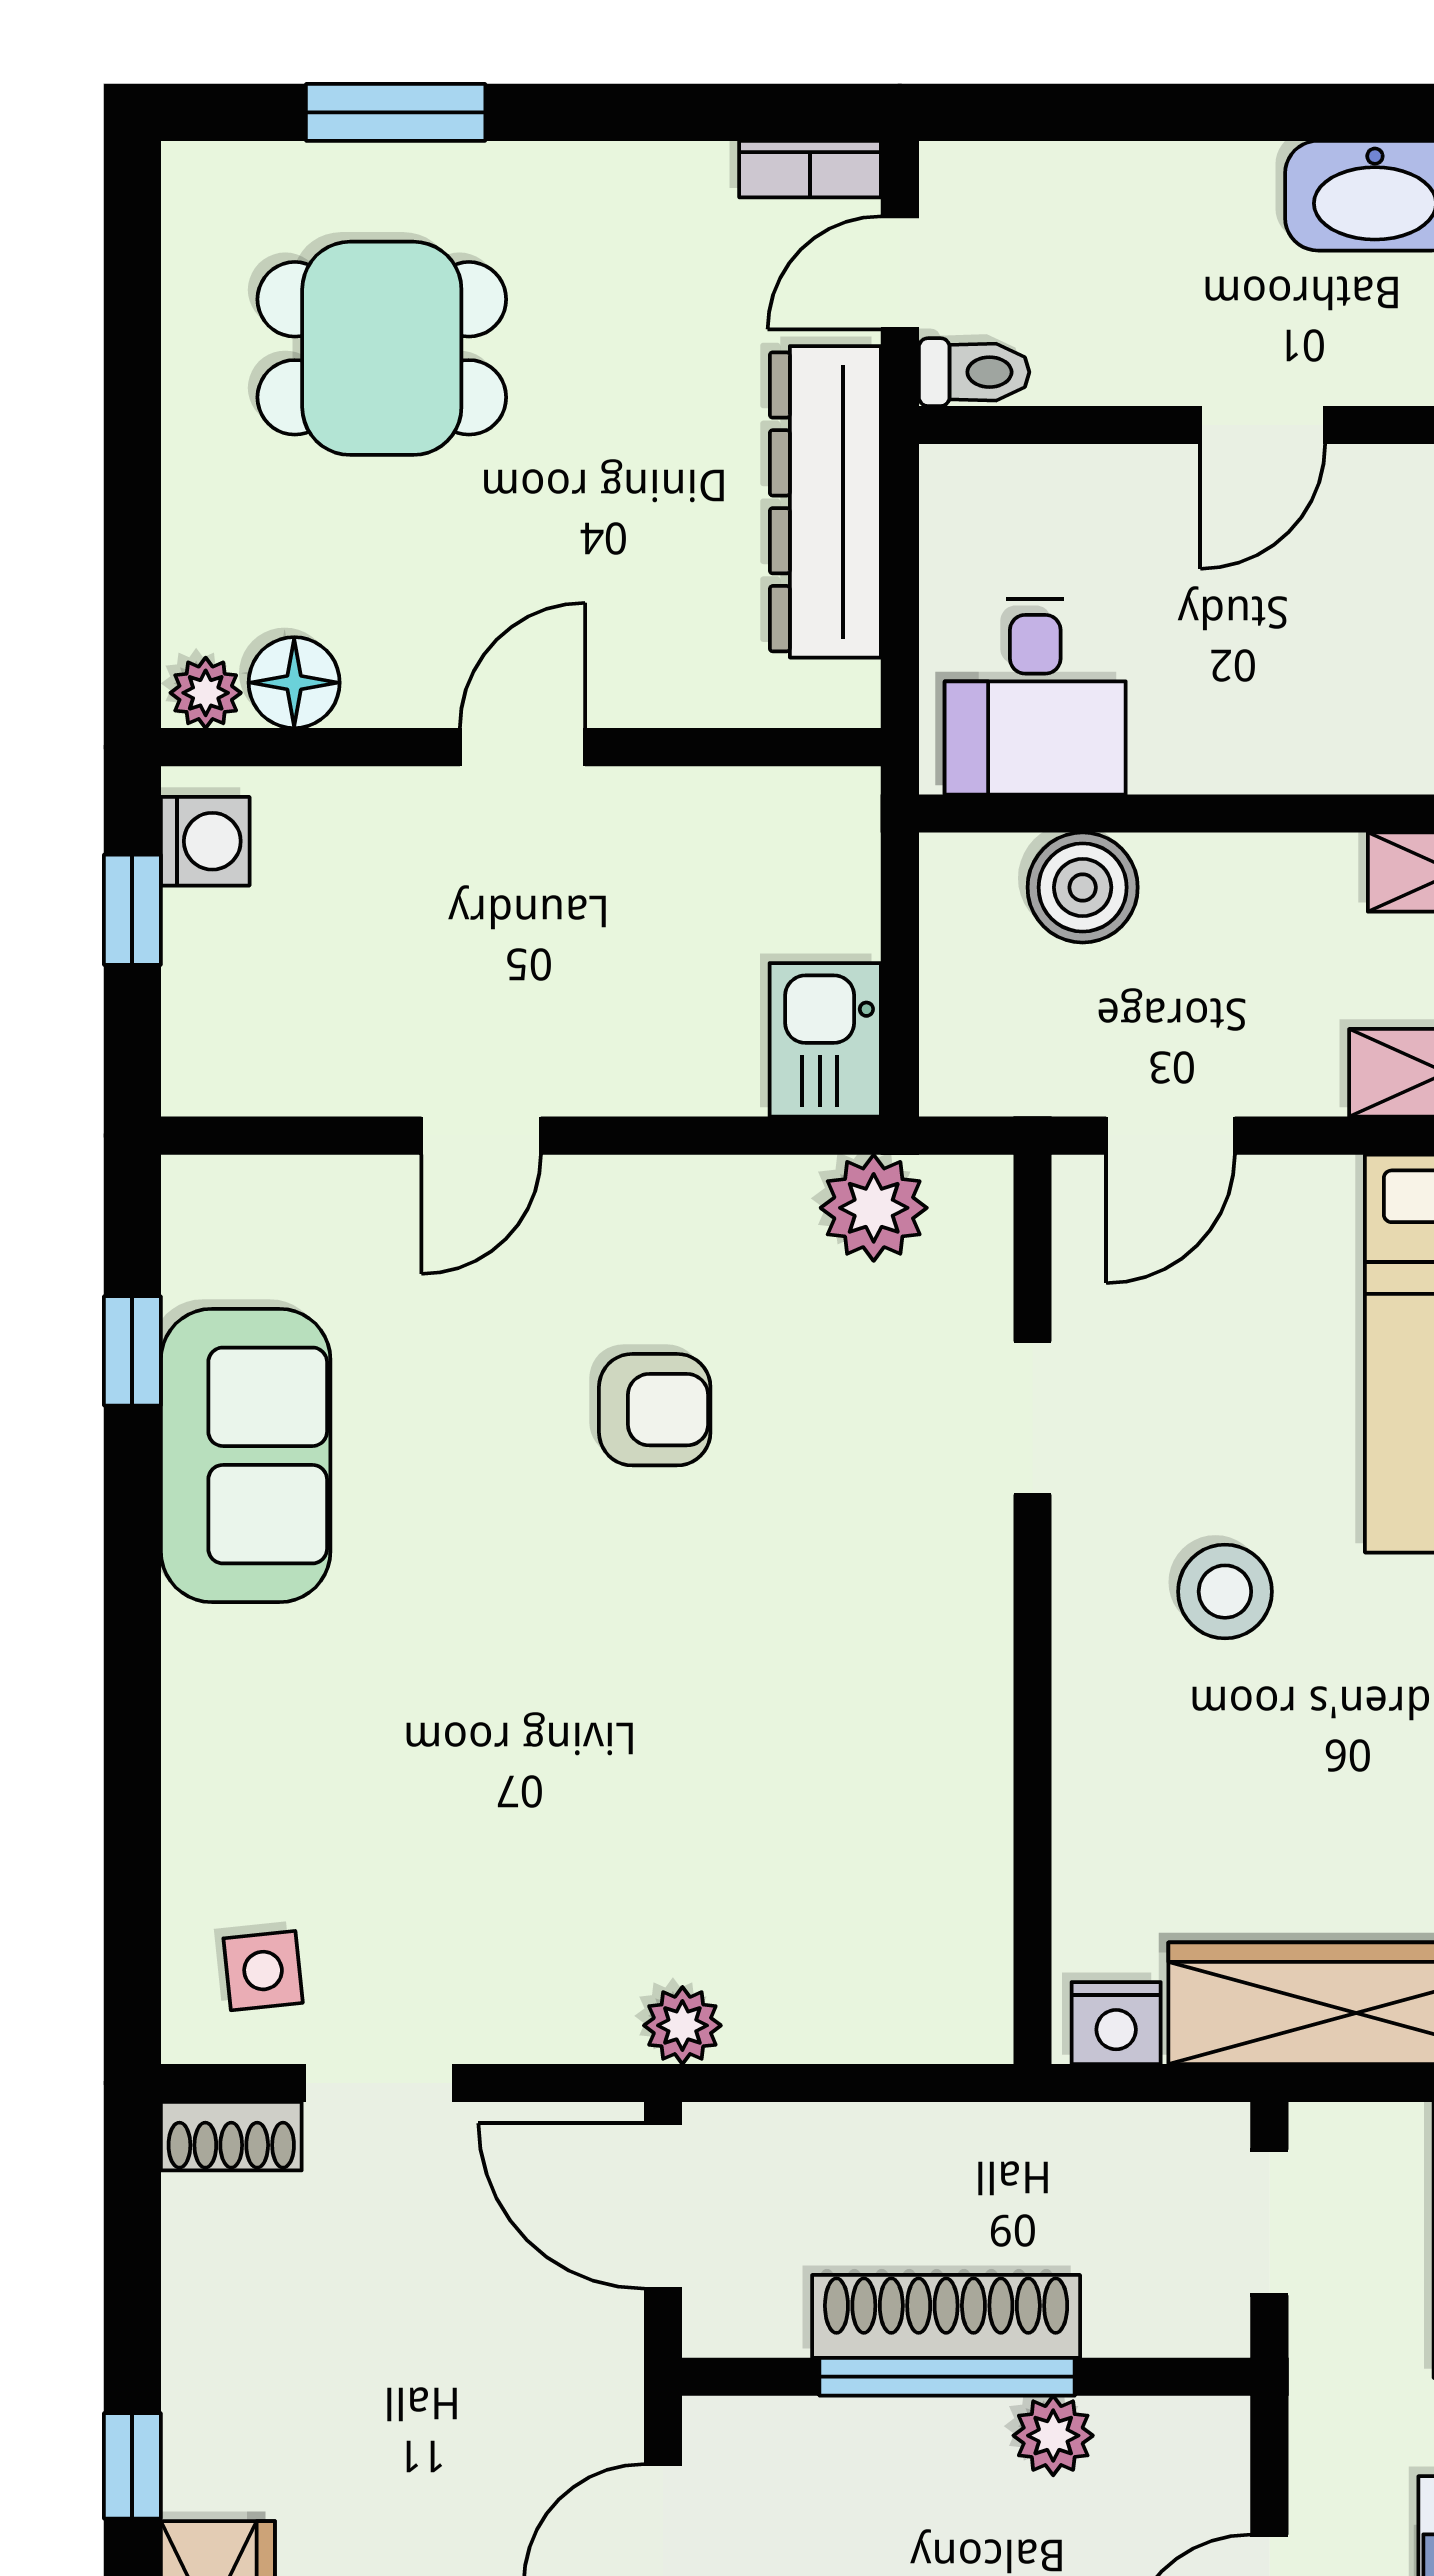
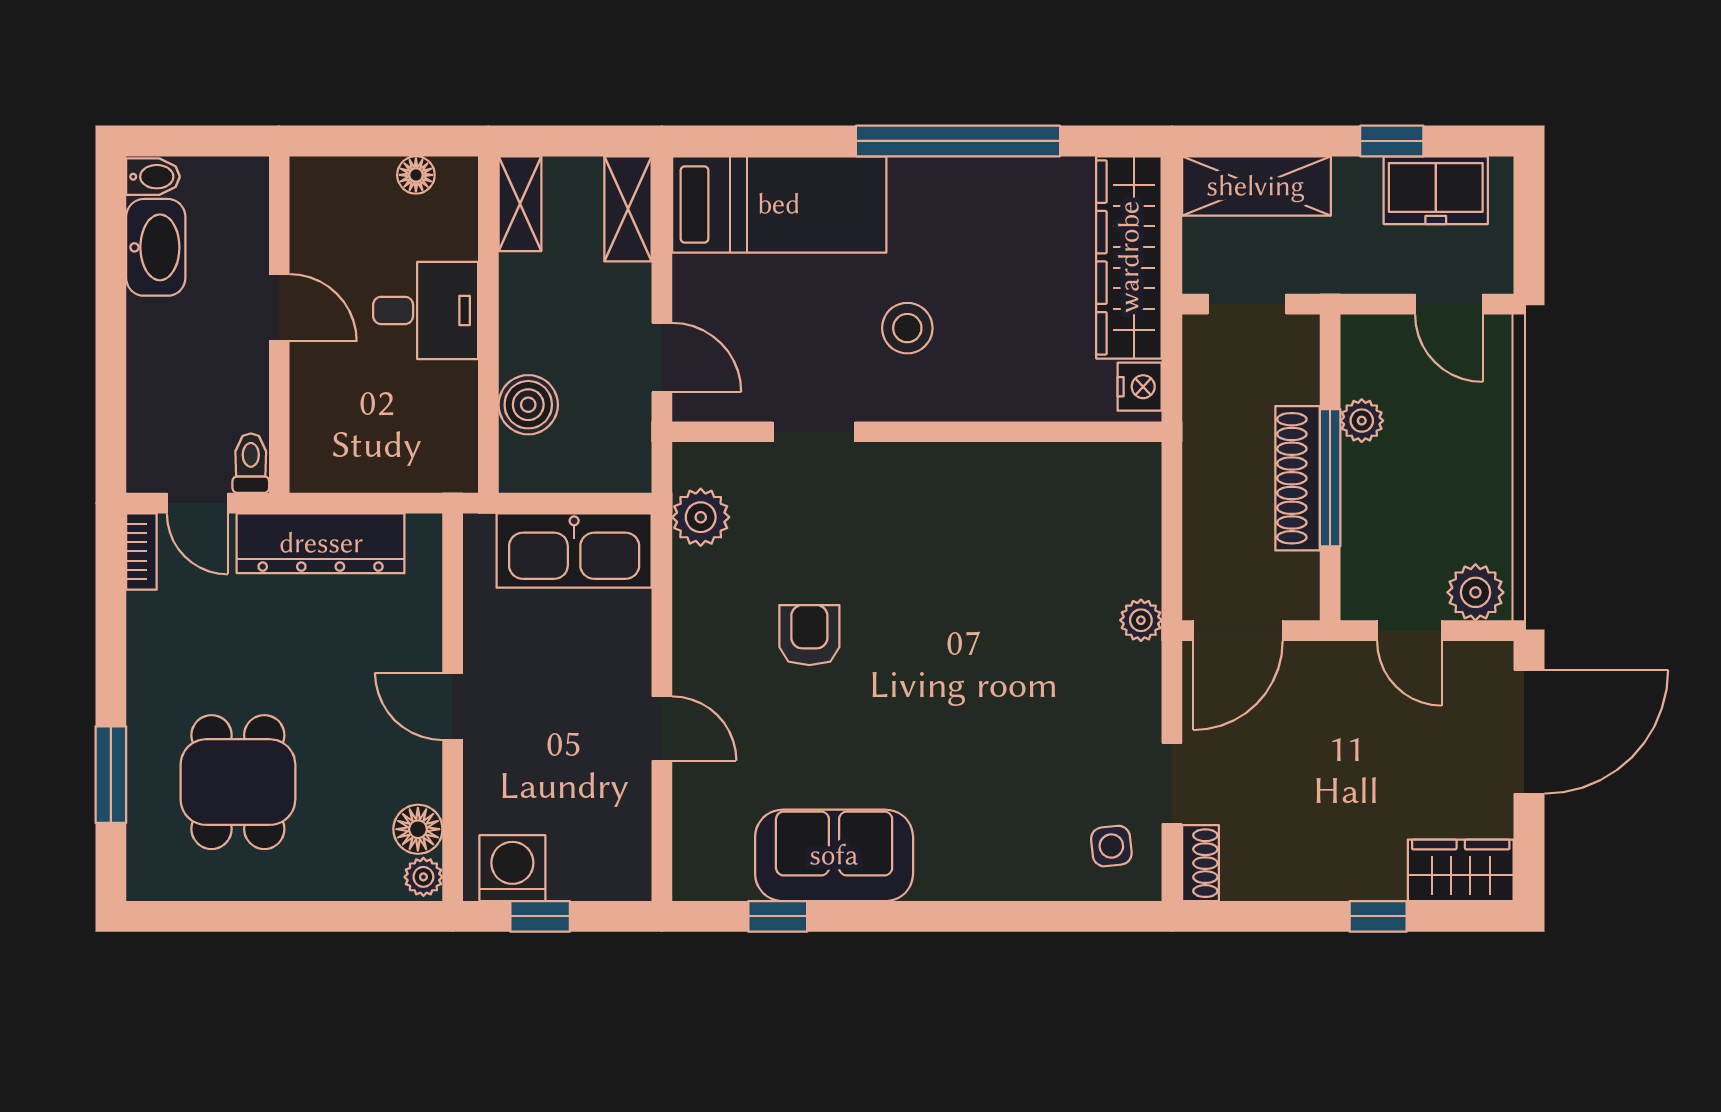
desk: (1035, 697) -> (426, 310), moved
washing machine: (205, 841) -> (512, 868), width x1.38, depth x1.38
kitchen sink: (825, 1040) -> (574, 551), width x1.87, depth x1.24

